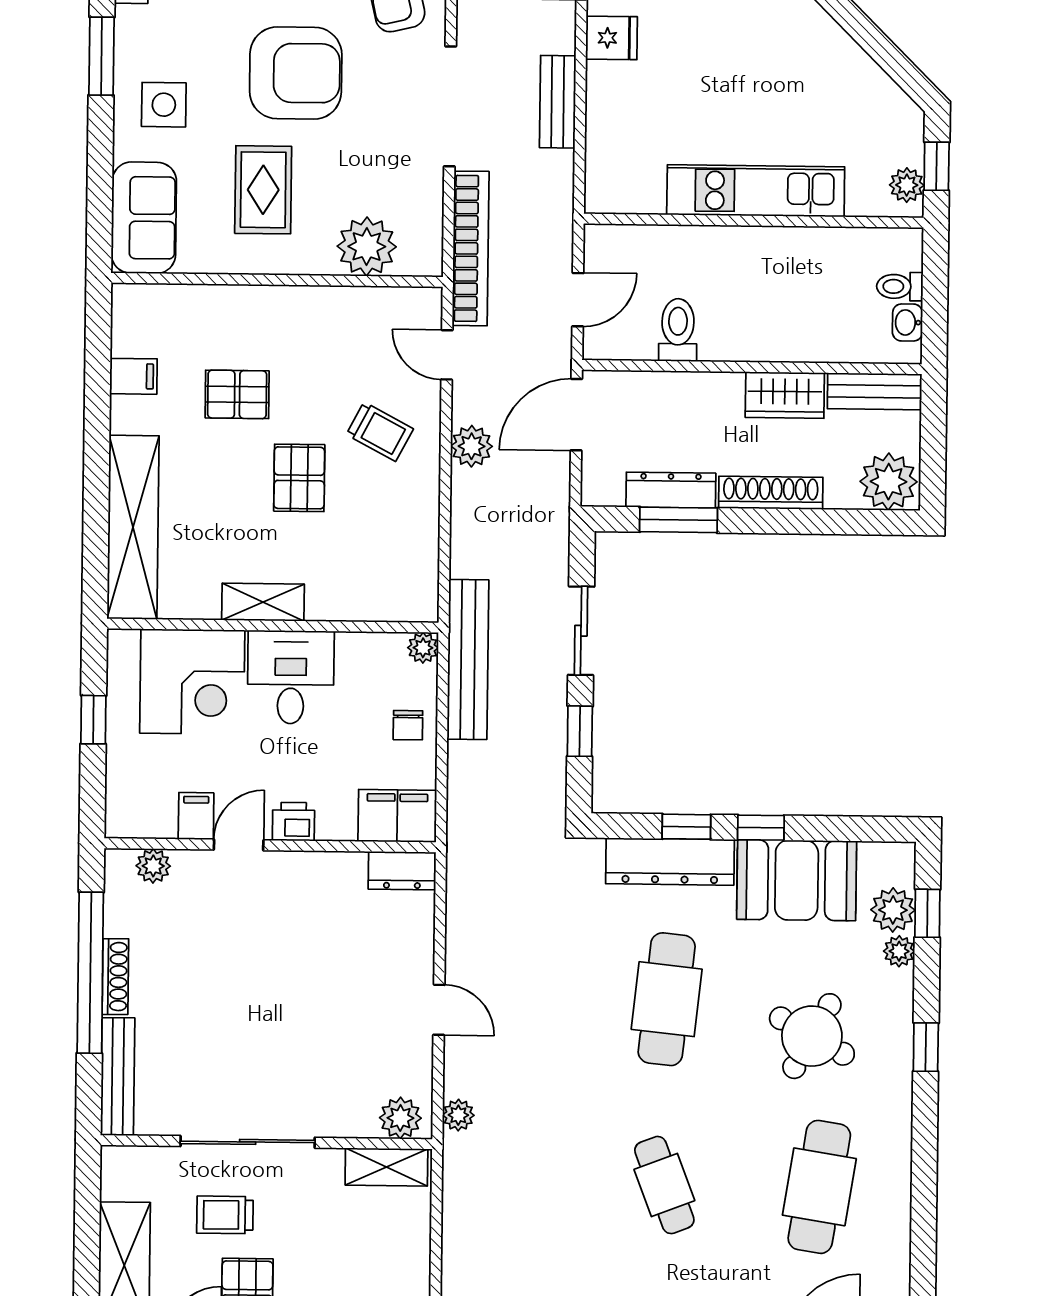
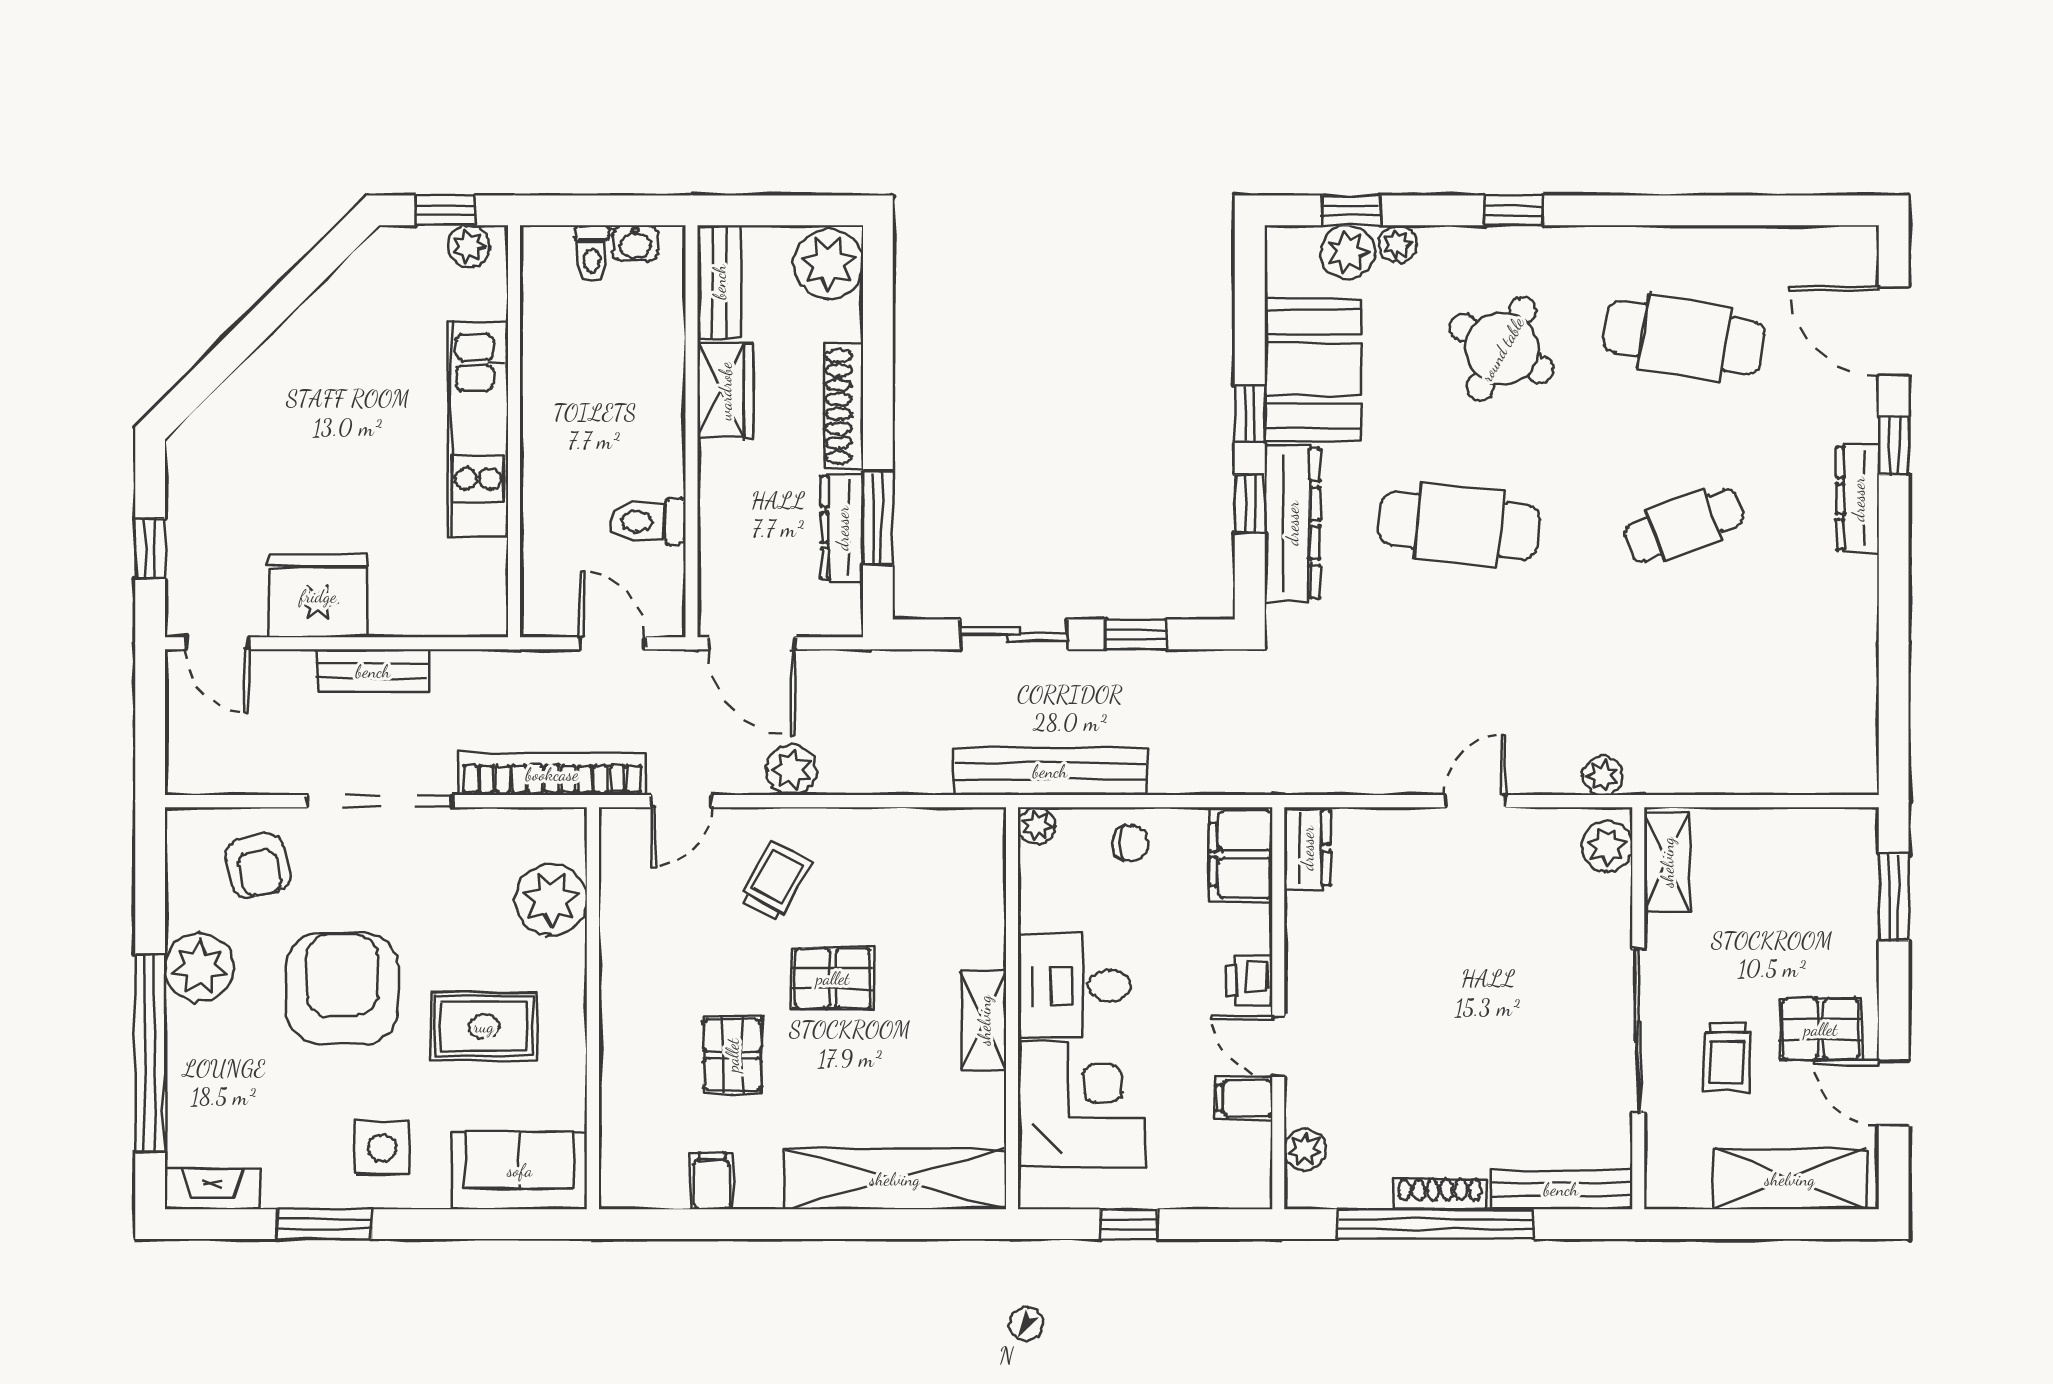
fridge: (611, 38) -> (318, 596), width x1.88, depth x1.34

